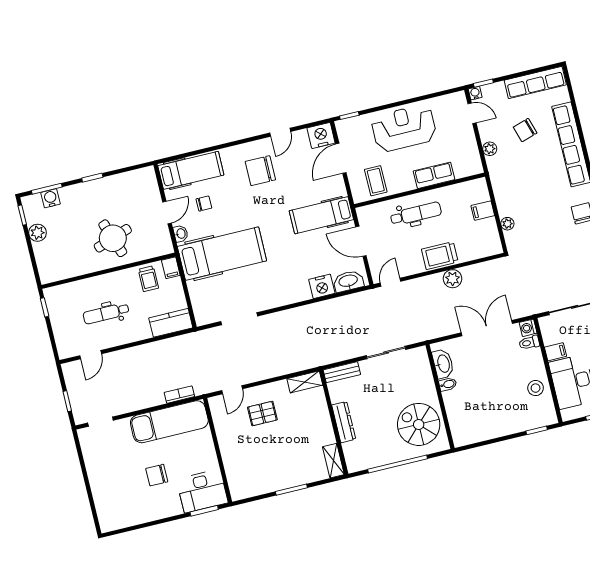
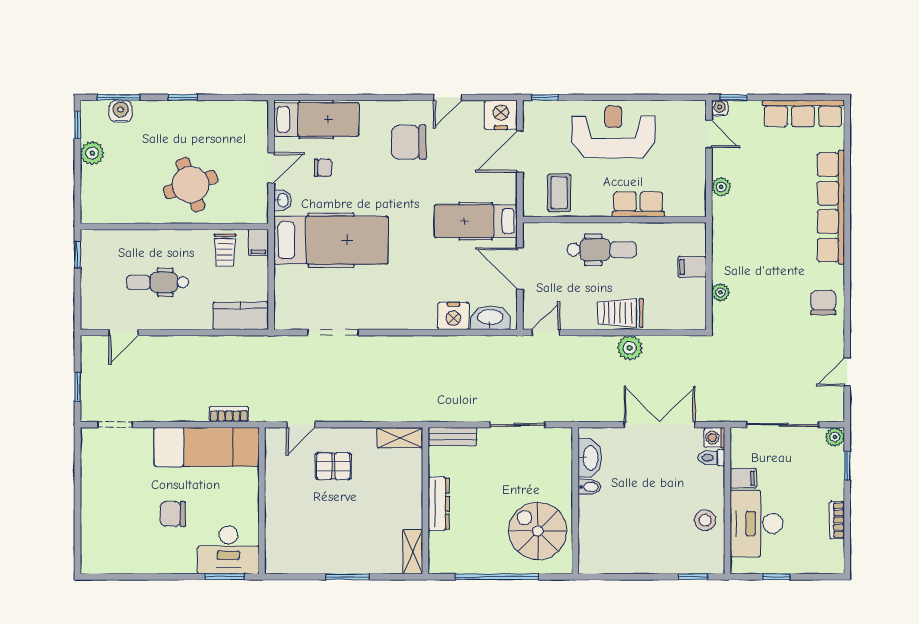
chair: (525, 130) -> (774, 173), removed

